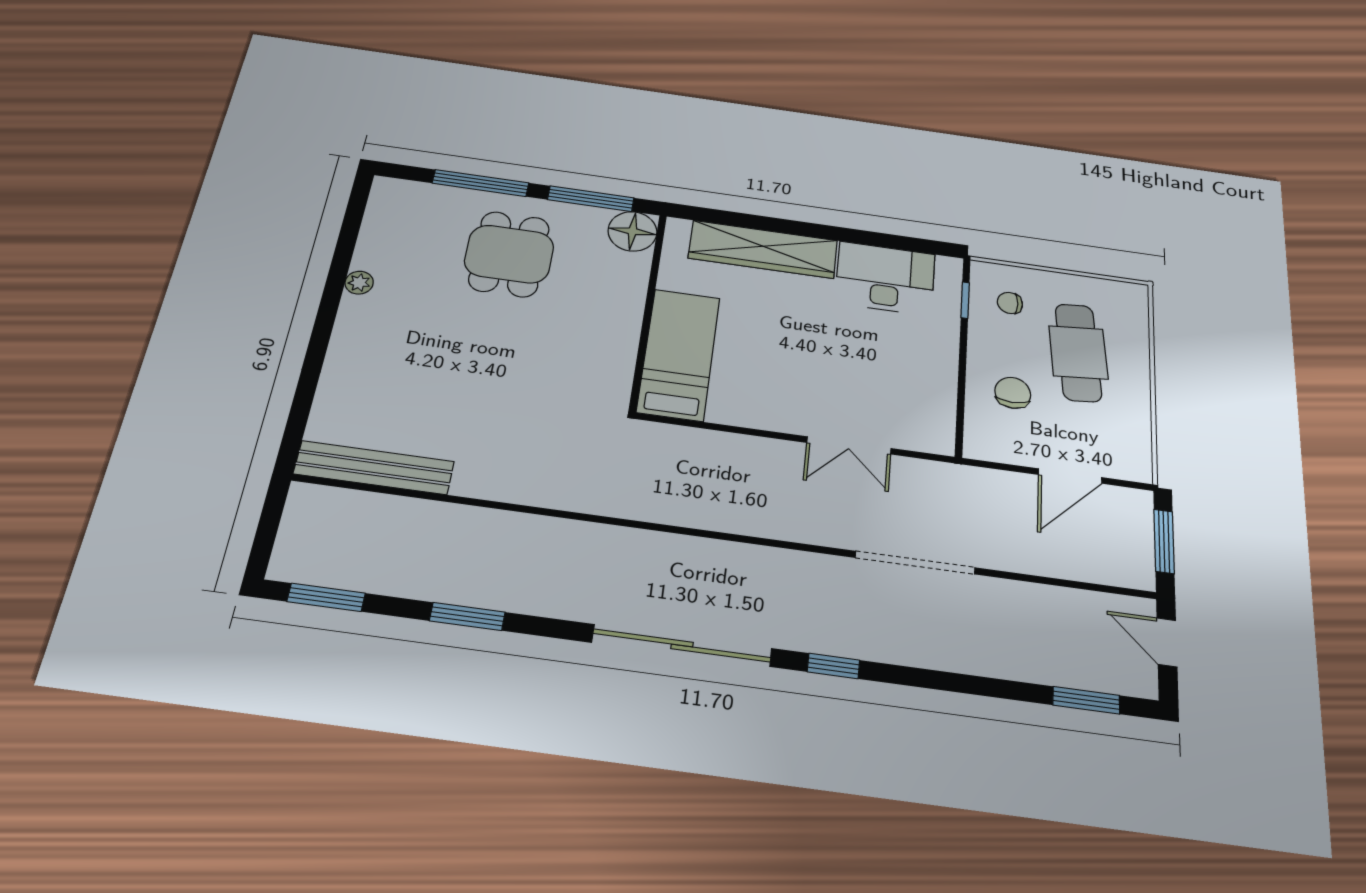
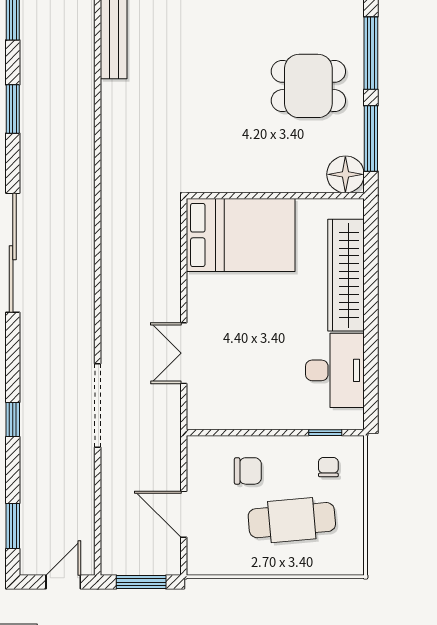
bed: (679, 354) -> (241, 235), width x1.50
window: (833, 666) -> (13, 420), moved

